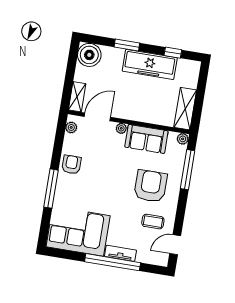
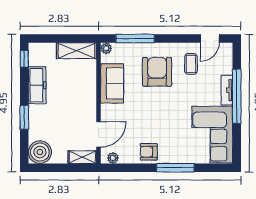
window: (173, 53) -> (24, 59), moved
freezer: (150, 64) -> (37, 85), width x0.73, depth x0.79
door: (97, 117) -> (99, 134), swing flipped
plant: (121, 128) -> (106, 109), removed
armchair: (151, 186) -> (157, 72), turned 90
door: (175, 245) -> (210, 39), hinge flipped

